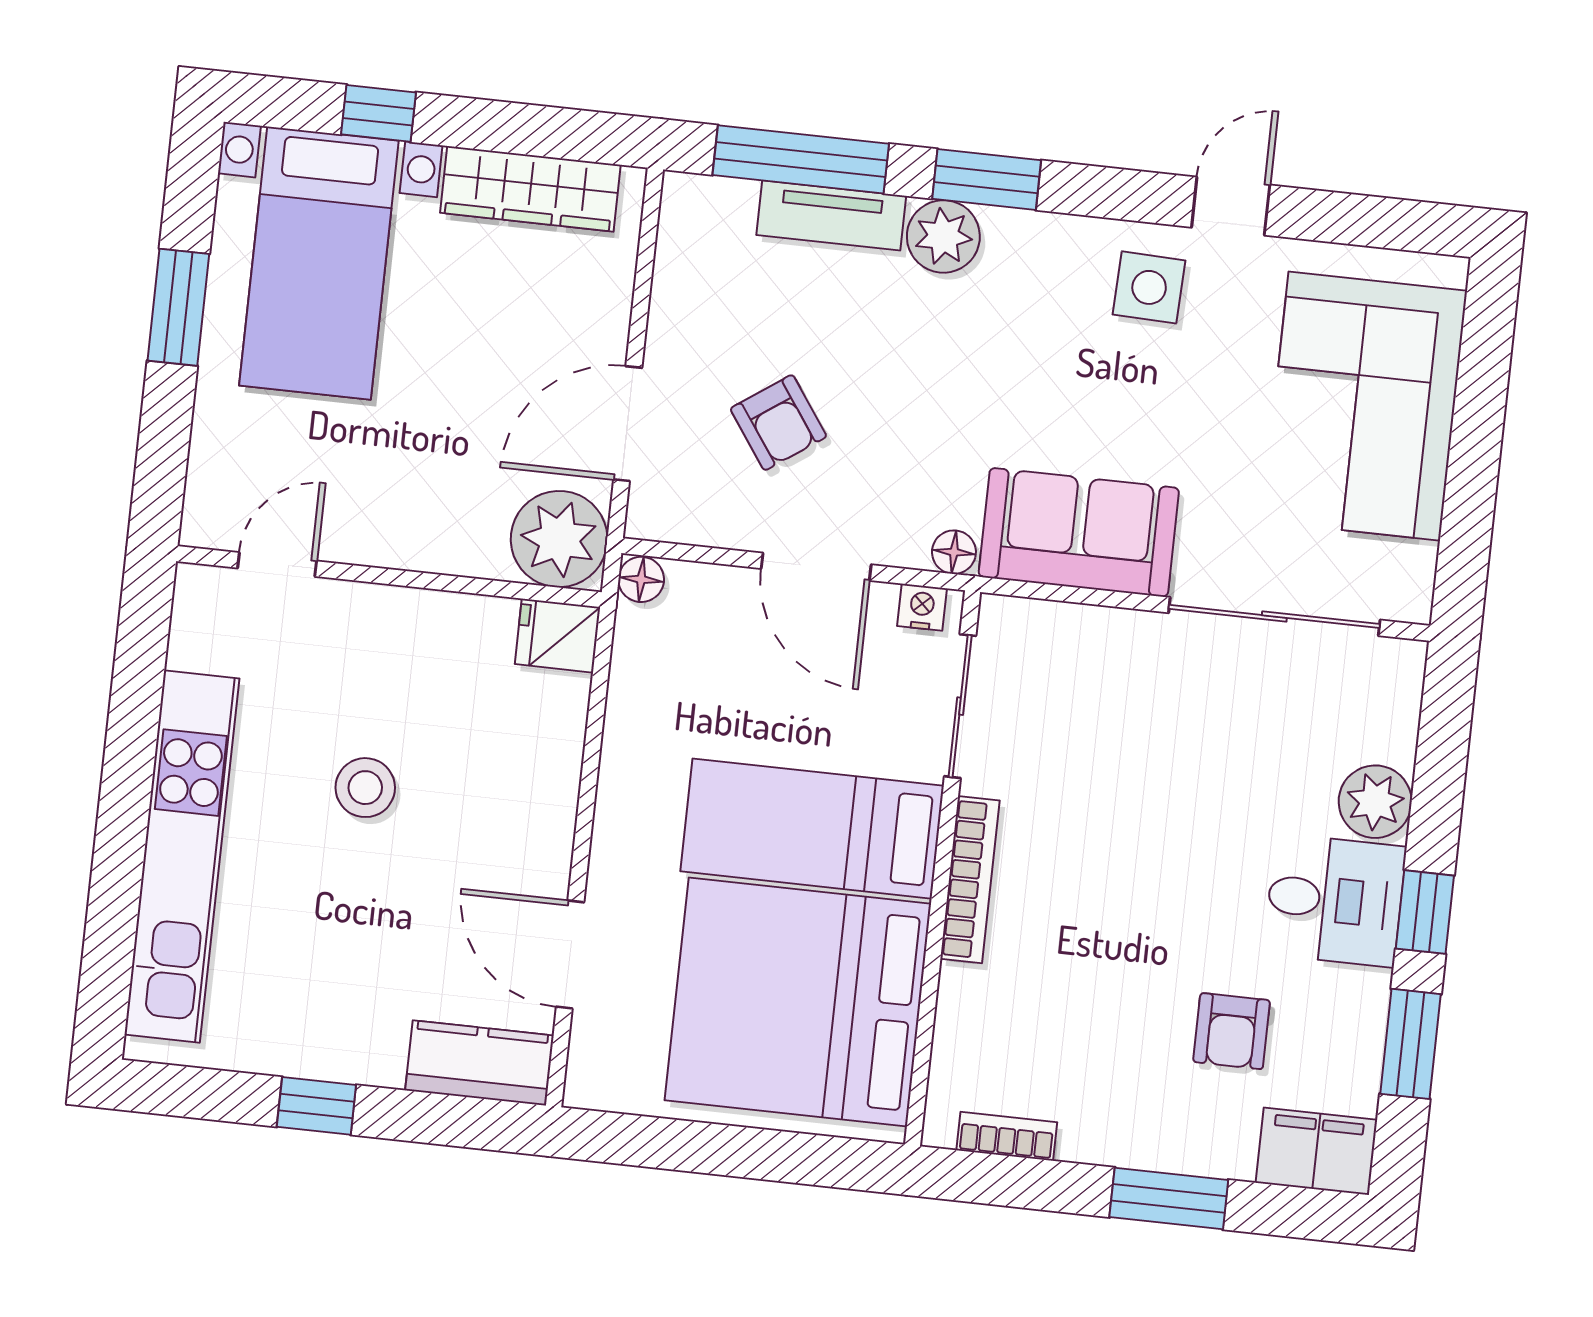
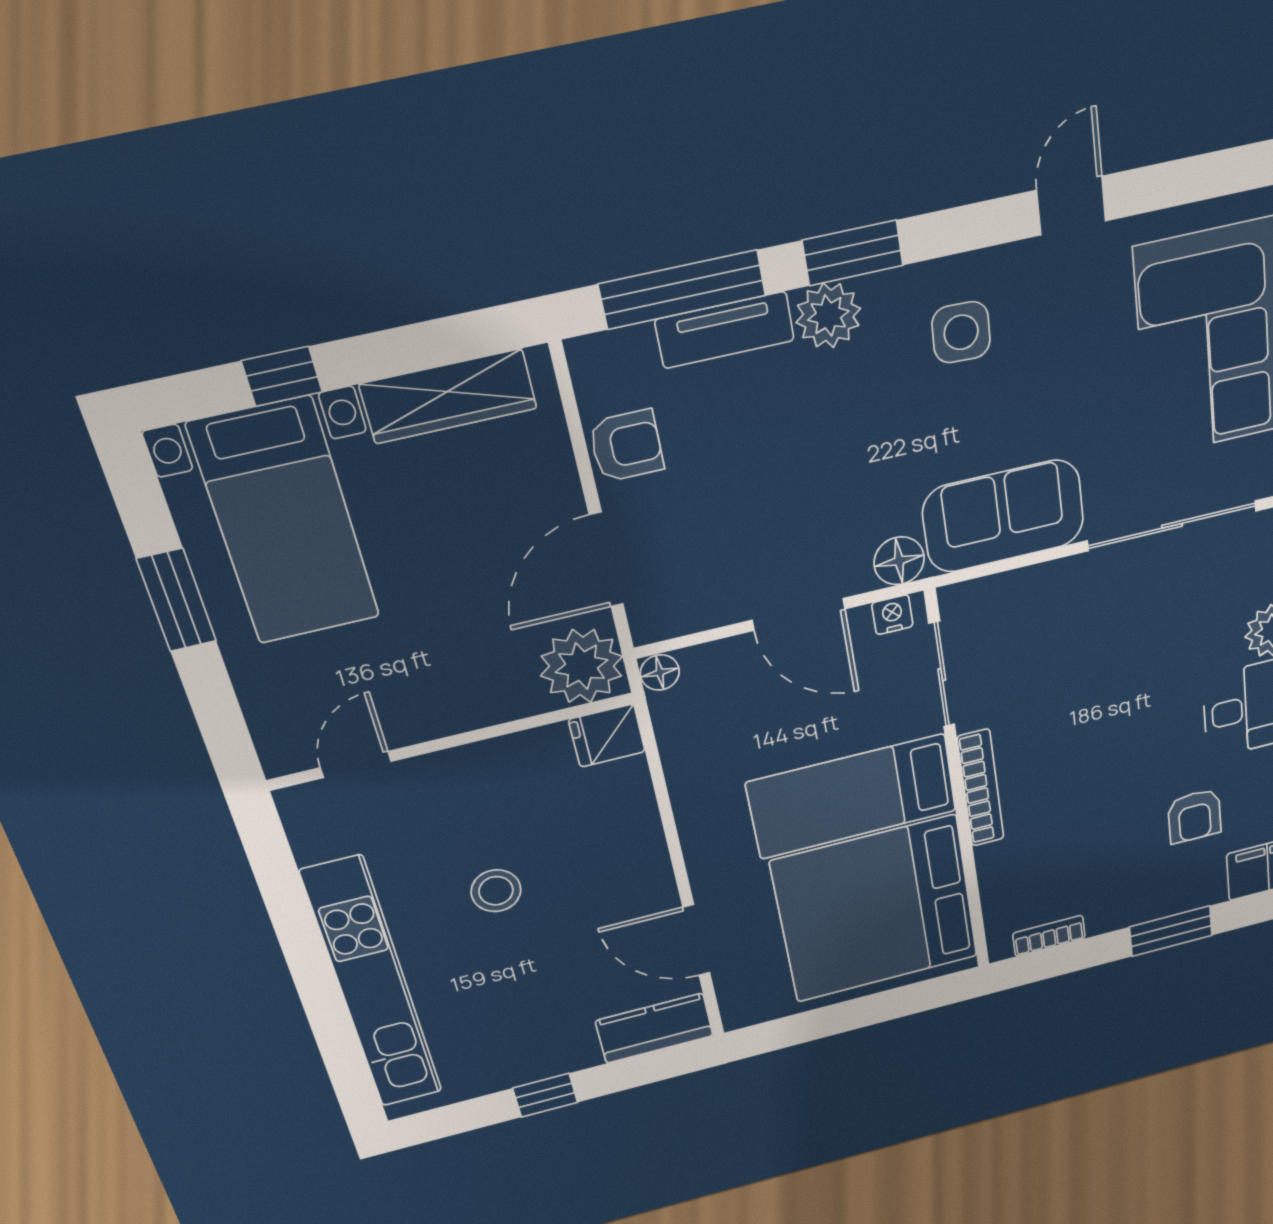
side table: (1149, 287) -> (961, 332), moved
armchair: (778, 423) -> (626, 446), moved, turned -55
floor lamp: (954, 552) -> (899, 561), width x1.37, depth x1.37

